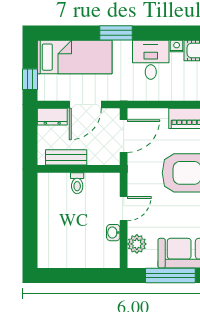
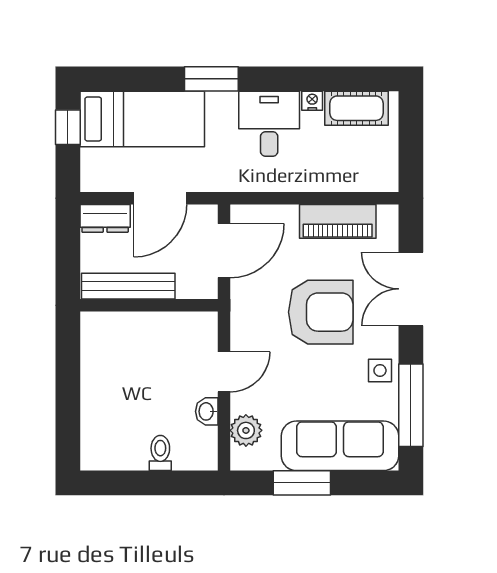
window: (30, 79) -> (68, 127), moved
bench: (66, 157) -> (128, 286), width x1.36
toilet: (77, 183) -> (160, 453), moved, turned 180
window: (170, 275) -> (302, 483), width x0.69

